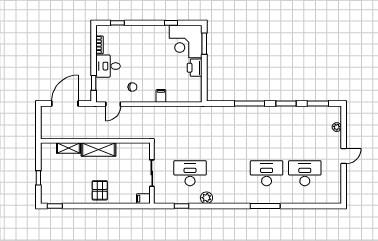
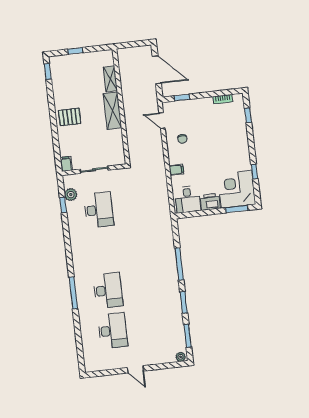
desk: (108, 66) -> (188, 199), moved, turned 180
plant: (337, 127) -> (181, 357), moved
plant: (206, 198) -> (71, 195), moved

